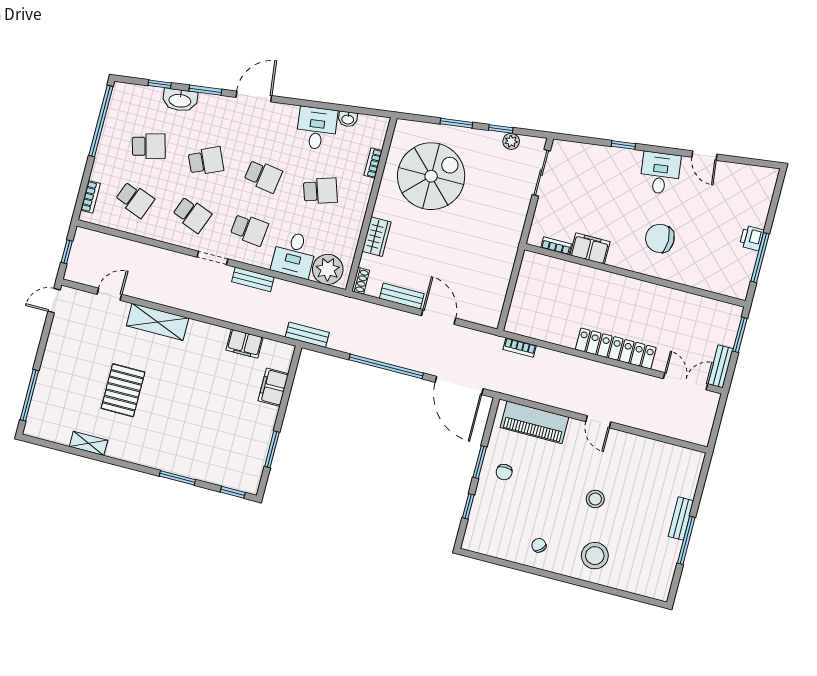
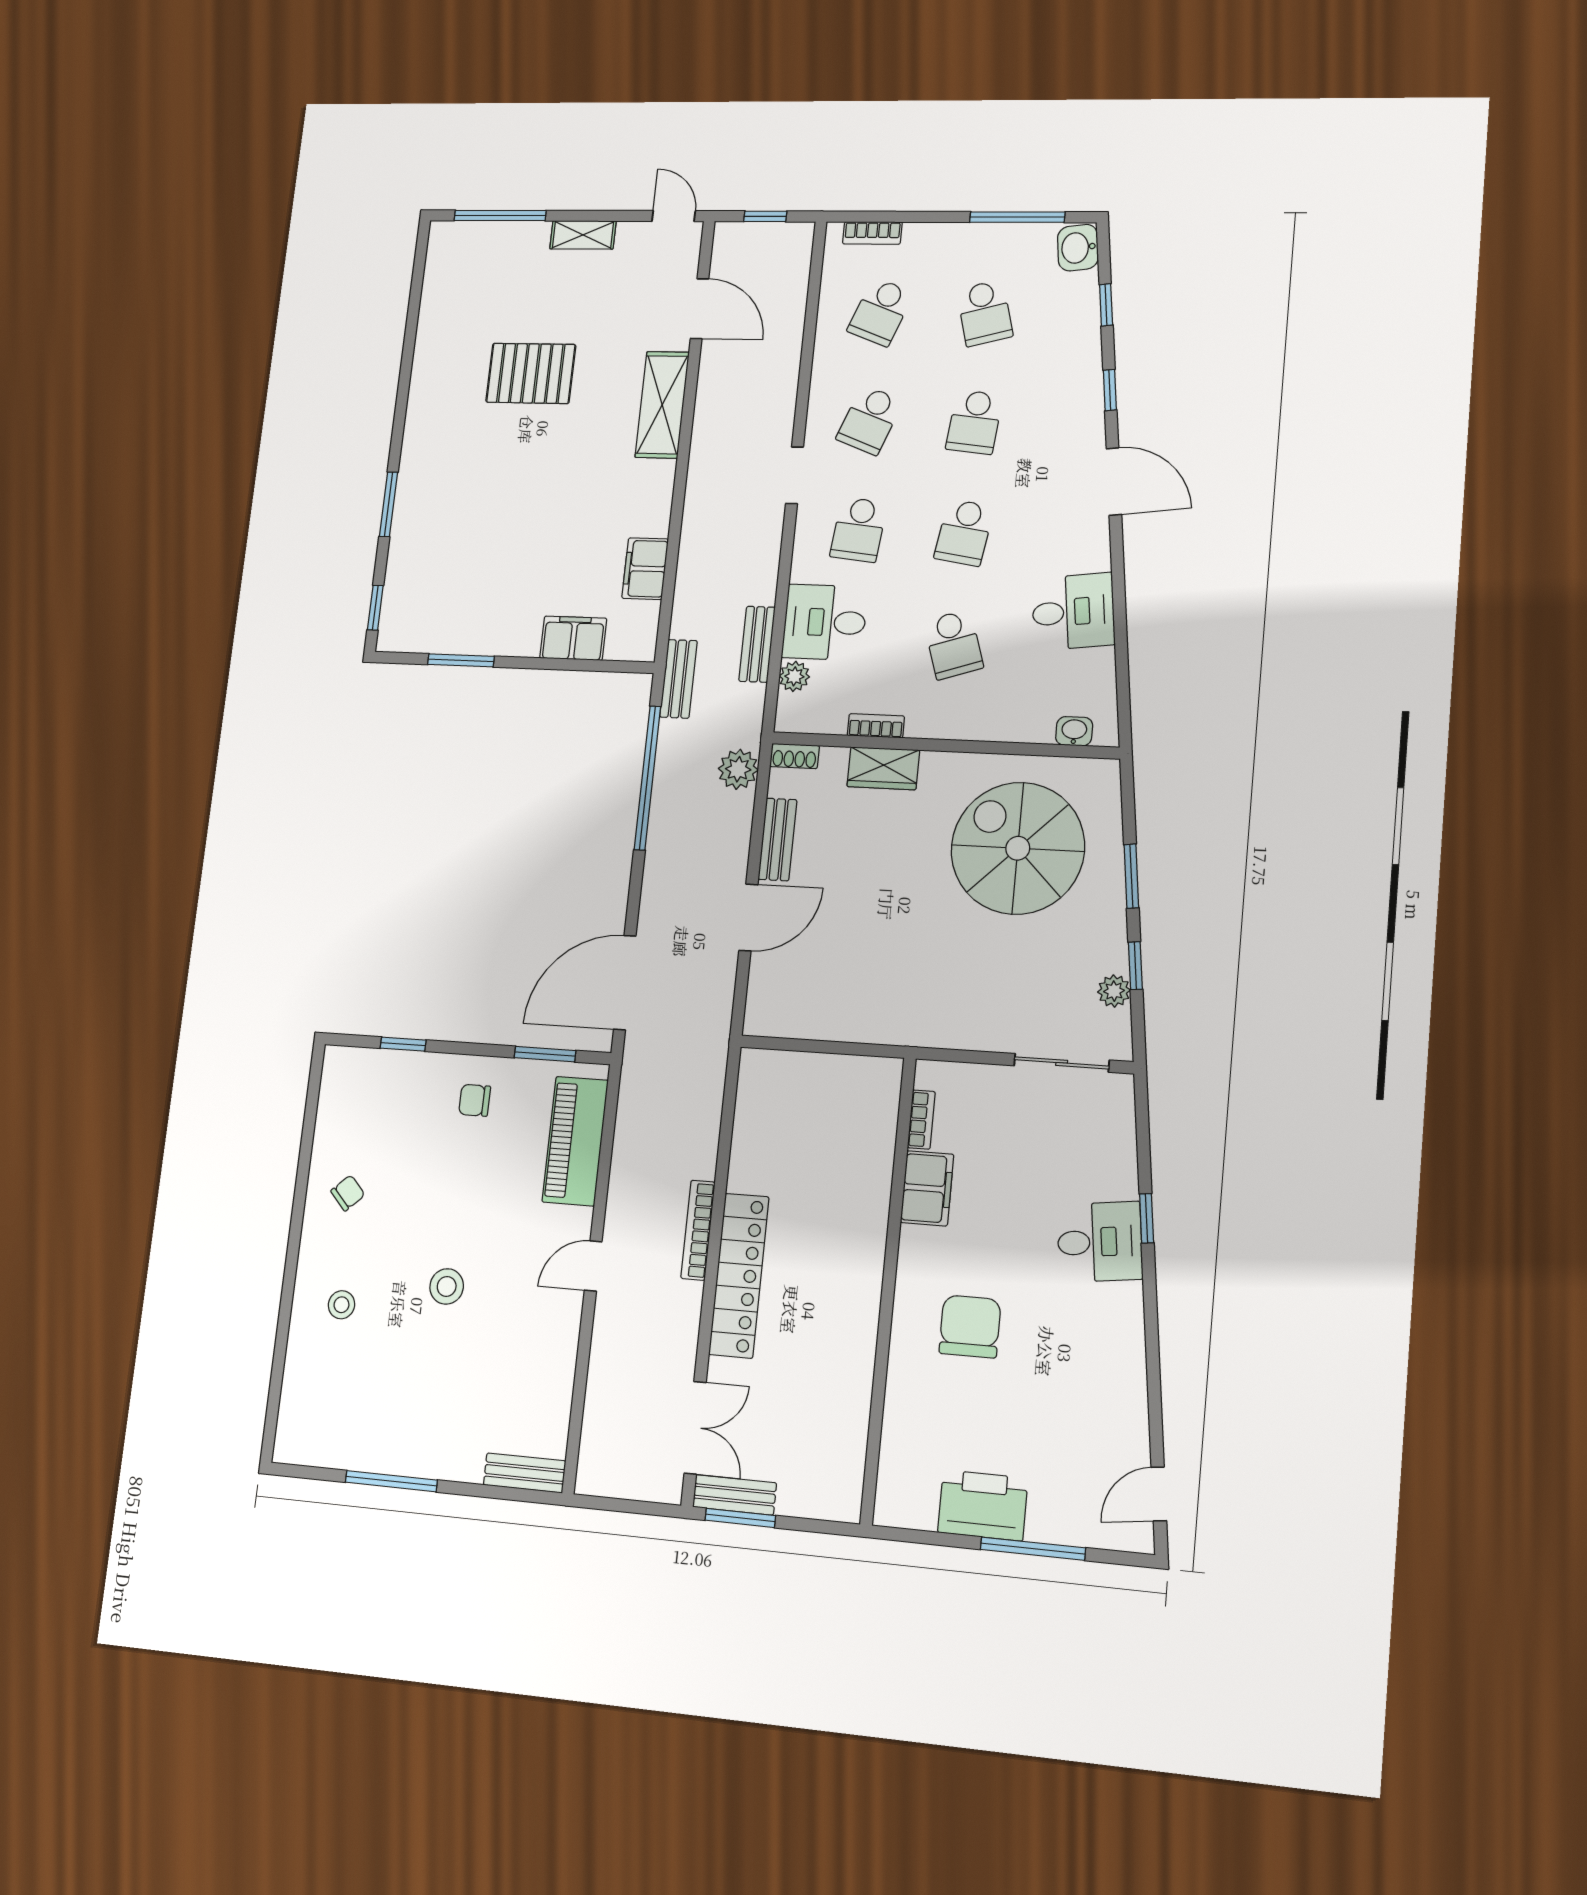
window: (205, 90) -> (1110, 390), width x0.67
washbasin: (180, 100) -> (1078, 248), moved, width x0.72
washbasin: (348, 119) -> (1074, 731), moved, turned 97
window: (101, 121) -> (1017, 217), width x0.68
door: (704, 156) -> (1159, 1494), moved
school desk: (206, 161) -> (974, 422), turned 30
bookcase: (373, 163) -> (876, 726), moved
desk: (660, 173) -> (1100, 1242), moved
spiral stairs: (431, 176) -> (1018, 848), turned 180
printer: (752, 238) -> (983, 1505), width x1.87, depth x1.48
window: (760, 258) -> (1033, 1549), moved
plant: (328, 269) -> (794, 676), width x0.53, depth x0.53
bench: (253, 279) -> (757, 644), moved
door: (109, 294) -> (700, 309), width x1.38
plant: (361, 311) -> (738, 769), added
window: (740, 335) -> (740, 1518), moved
bookcase: (520, 347) -> (698, 1230), moved, width x1.56
window: (386, 366) -> (647, 778), moved
shelving: (89, 443) -> (583, 235), moved, turned 90
window: (480, 462) -> (545, 1054), moved
bench: (681, 519) -> (525, 1473), moved
stool: (595, 556) -> (341, 1305), width x0.53, depth x0.53

